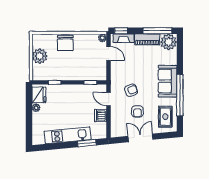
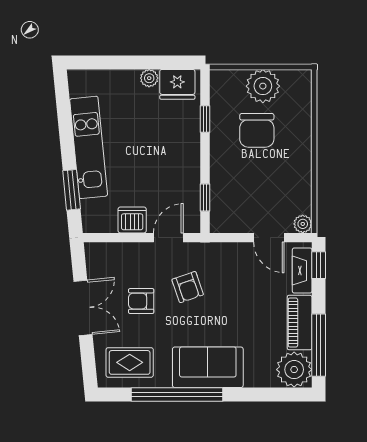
chair: (65, 43) -> (257, 130), moved, turned -90
door: (109, 53) -> (269, 238), hinge flipped

